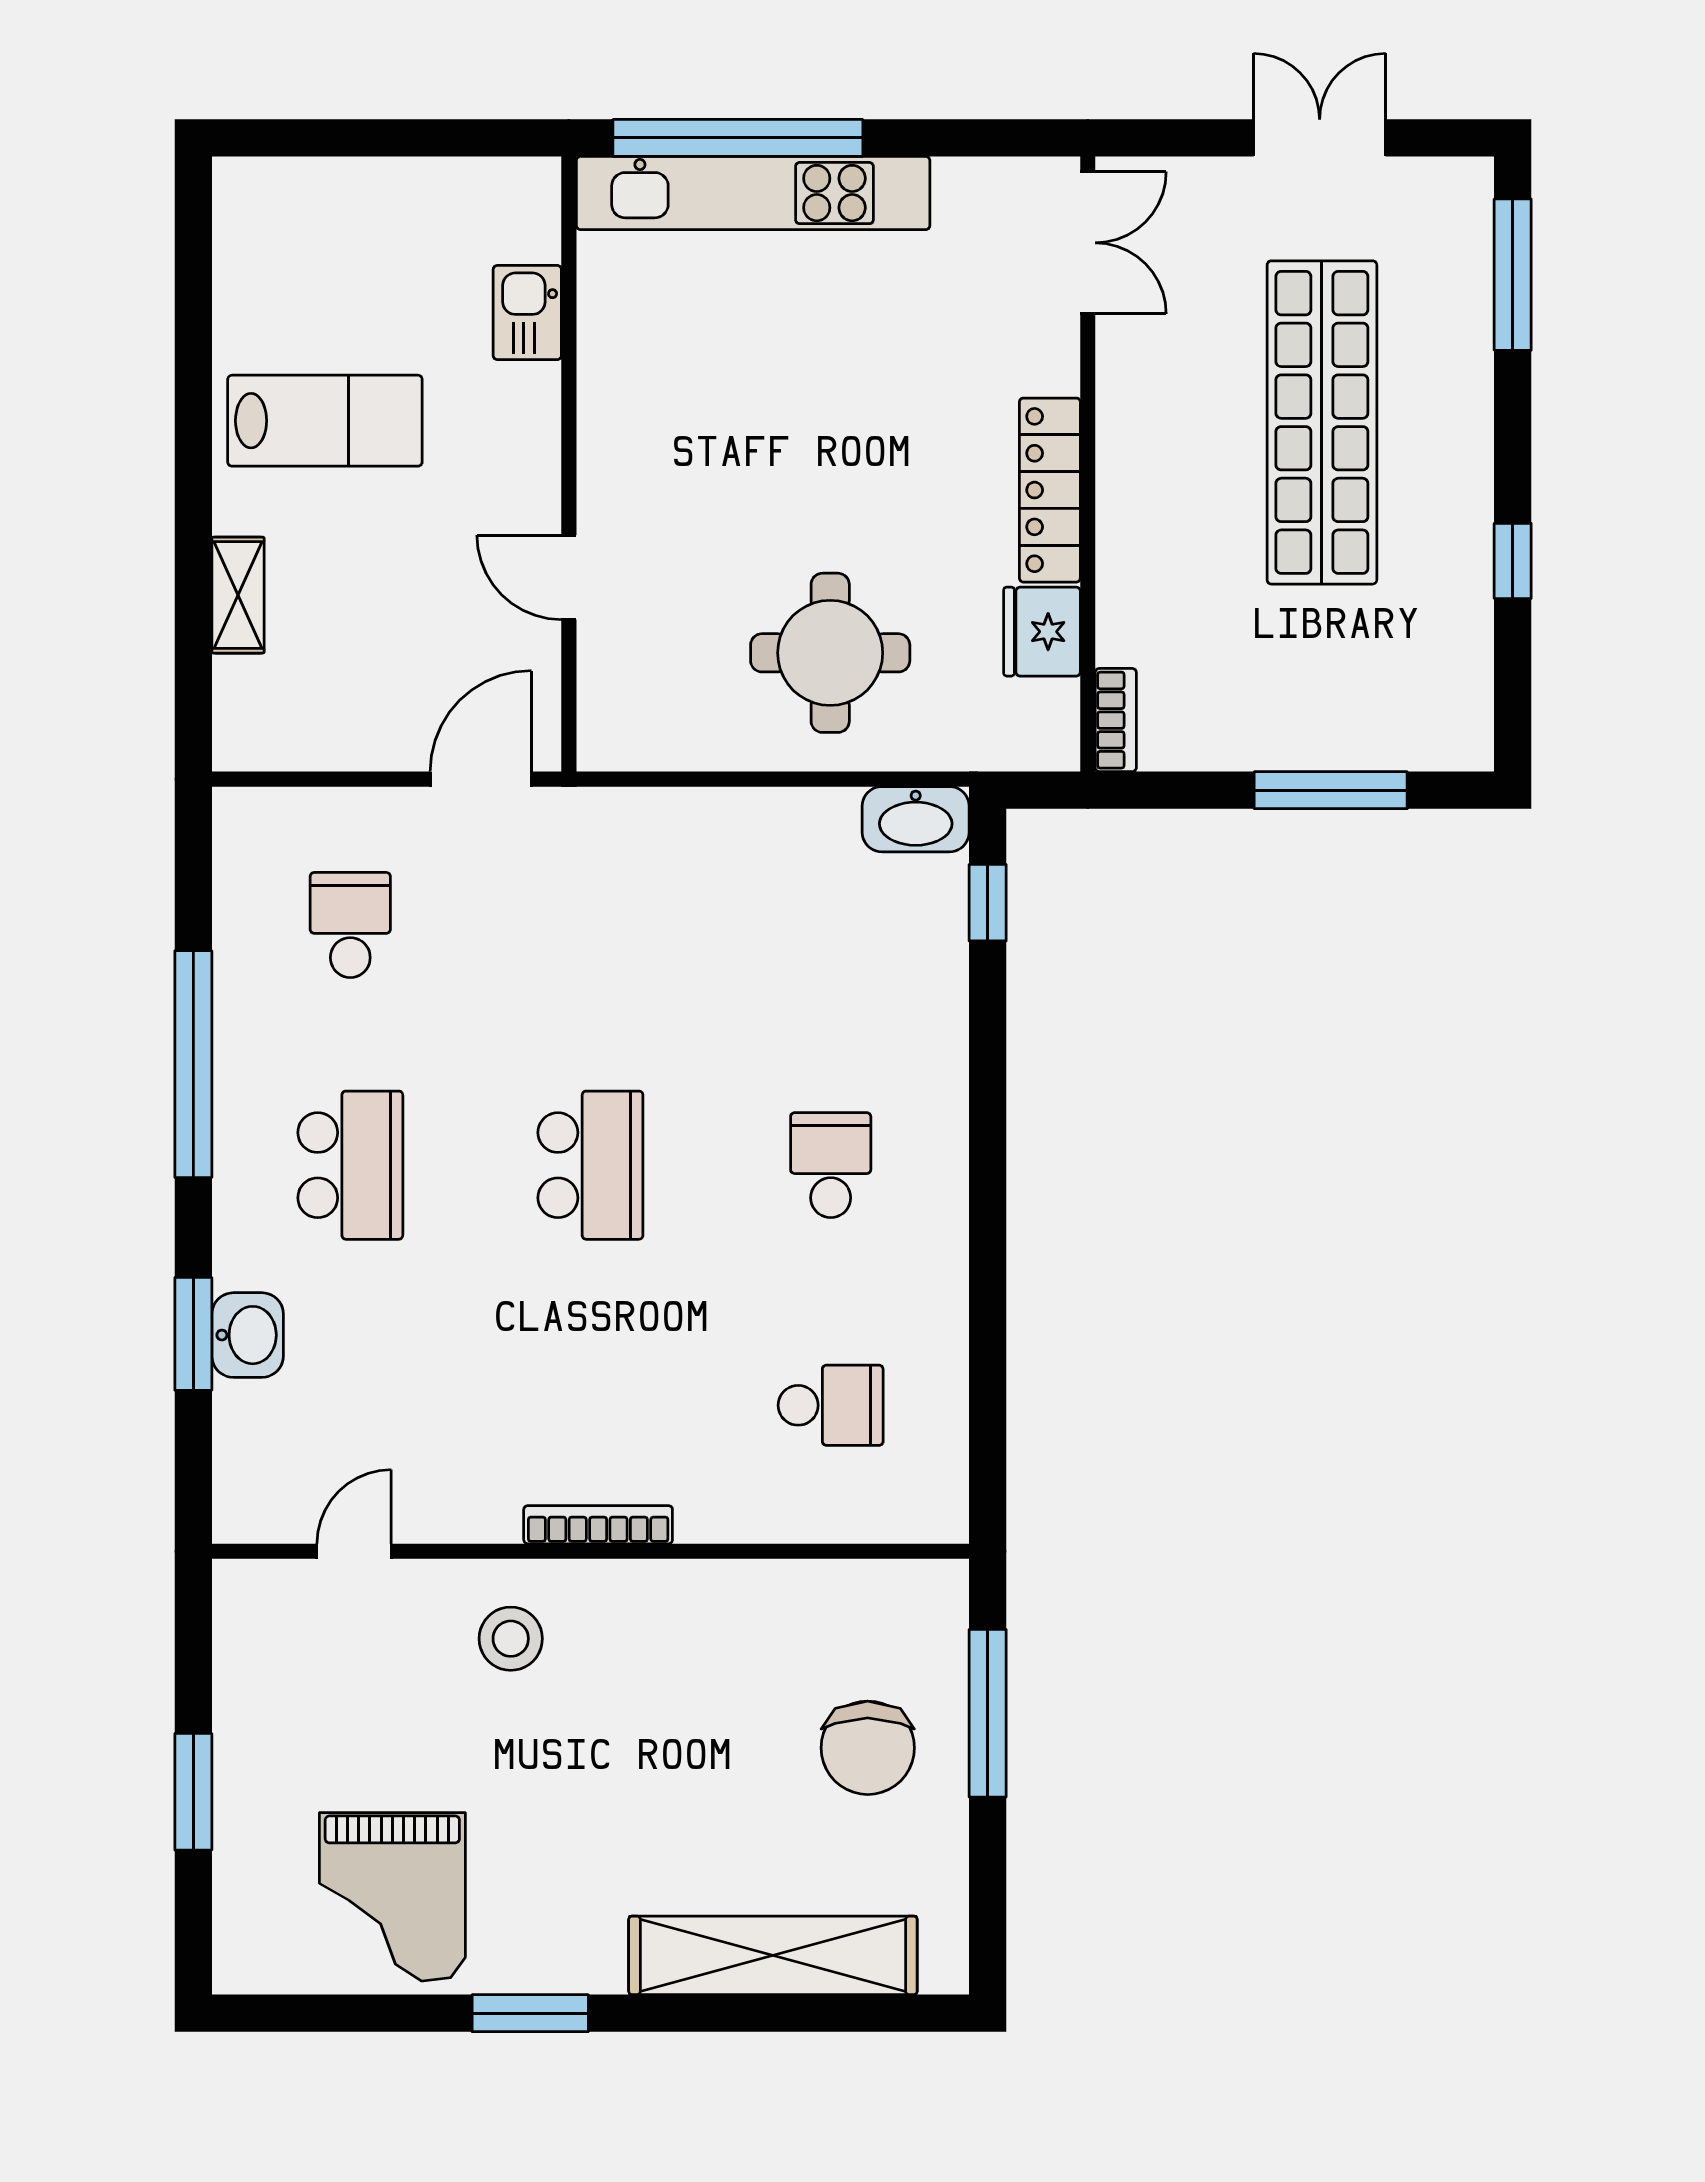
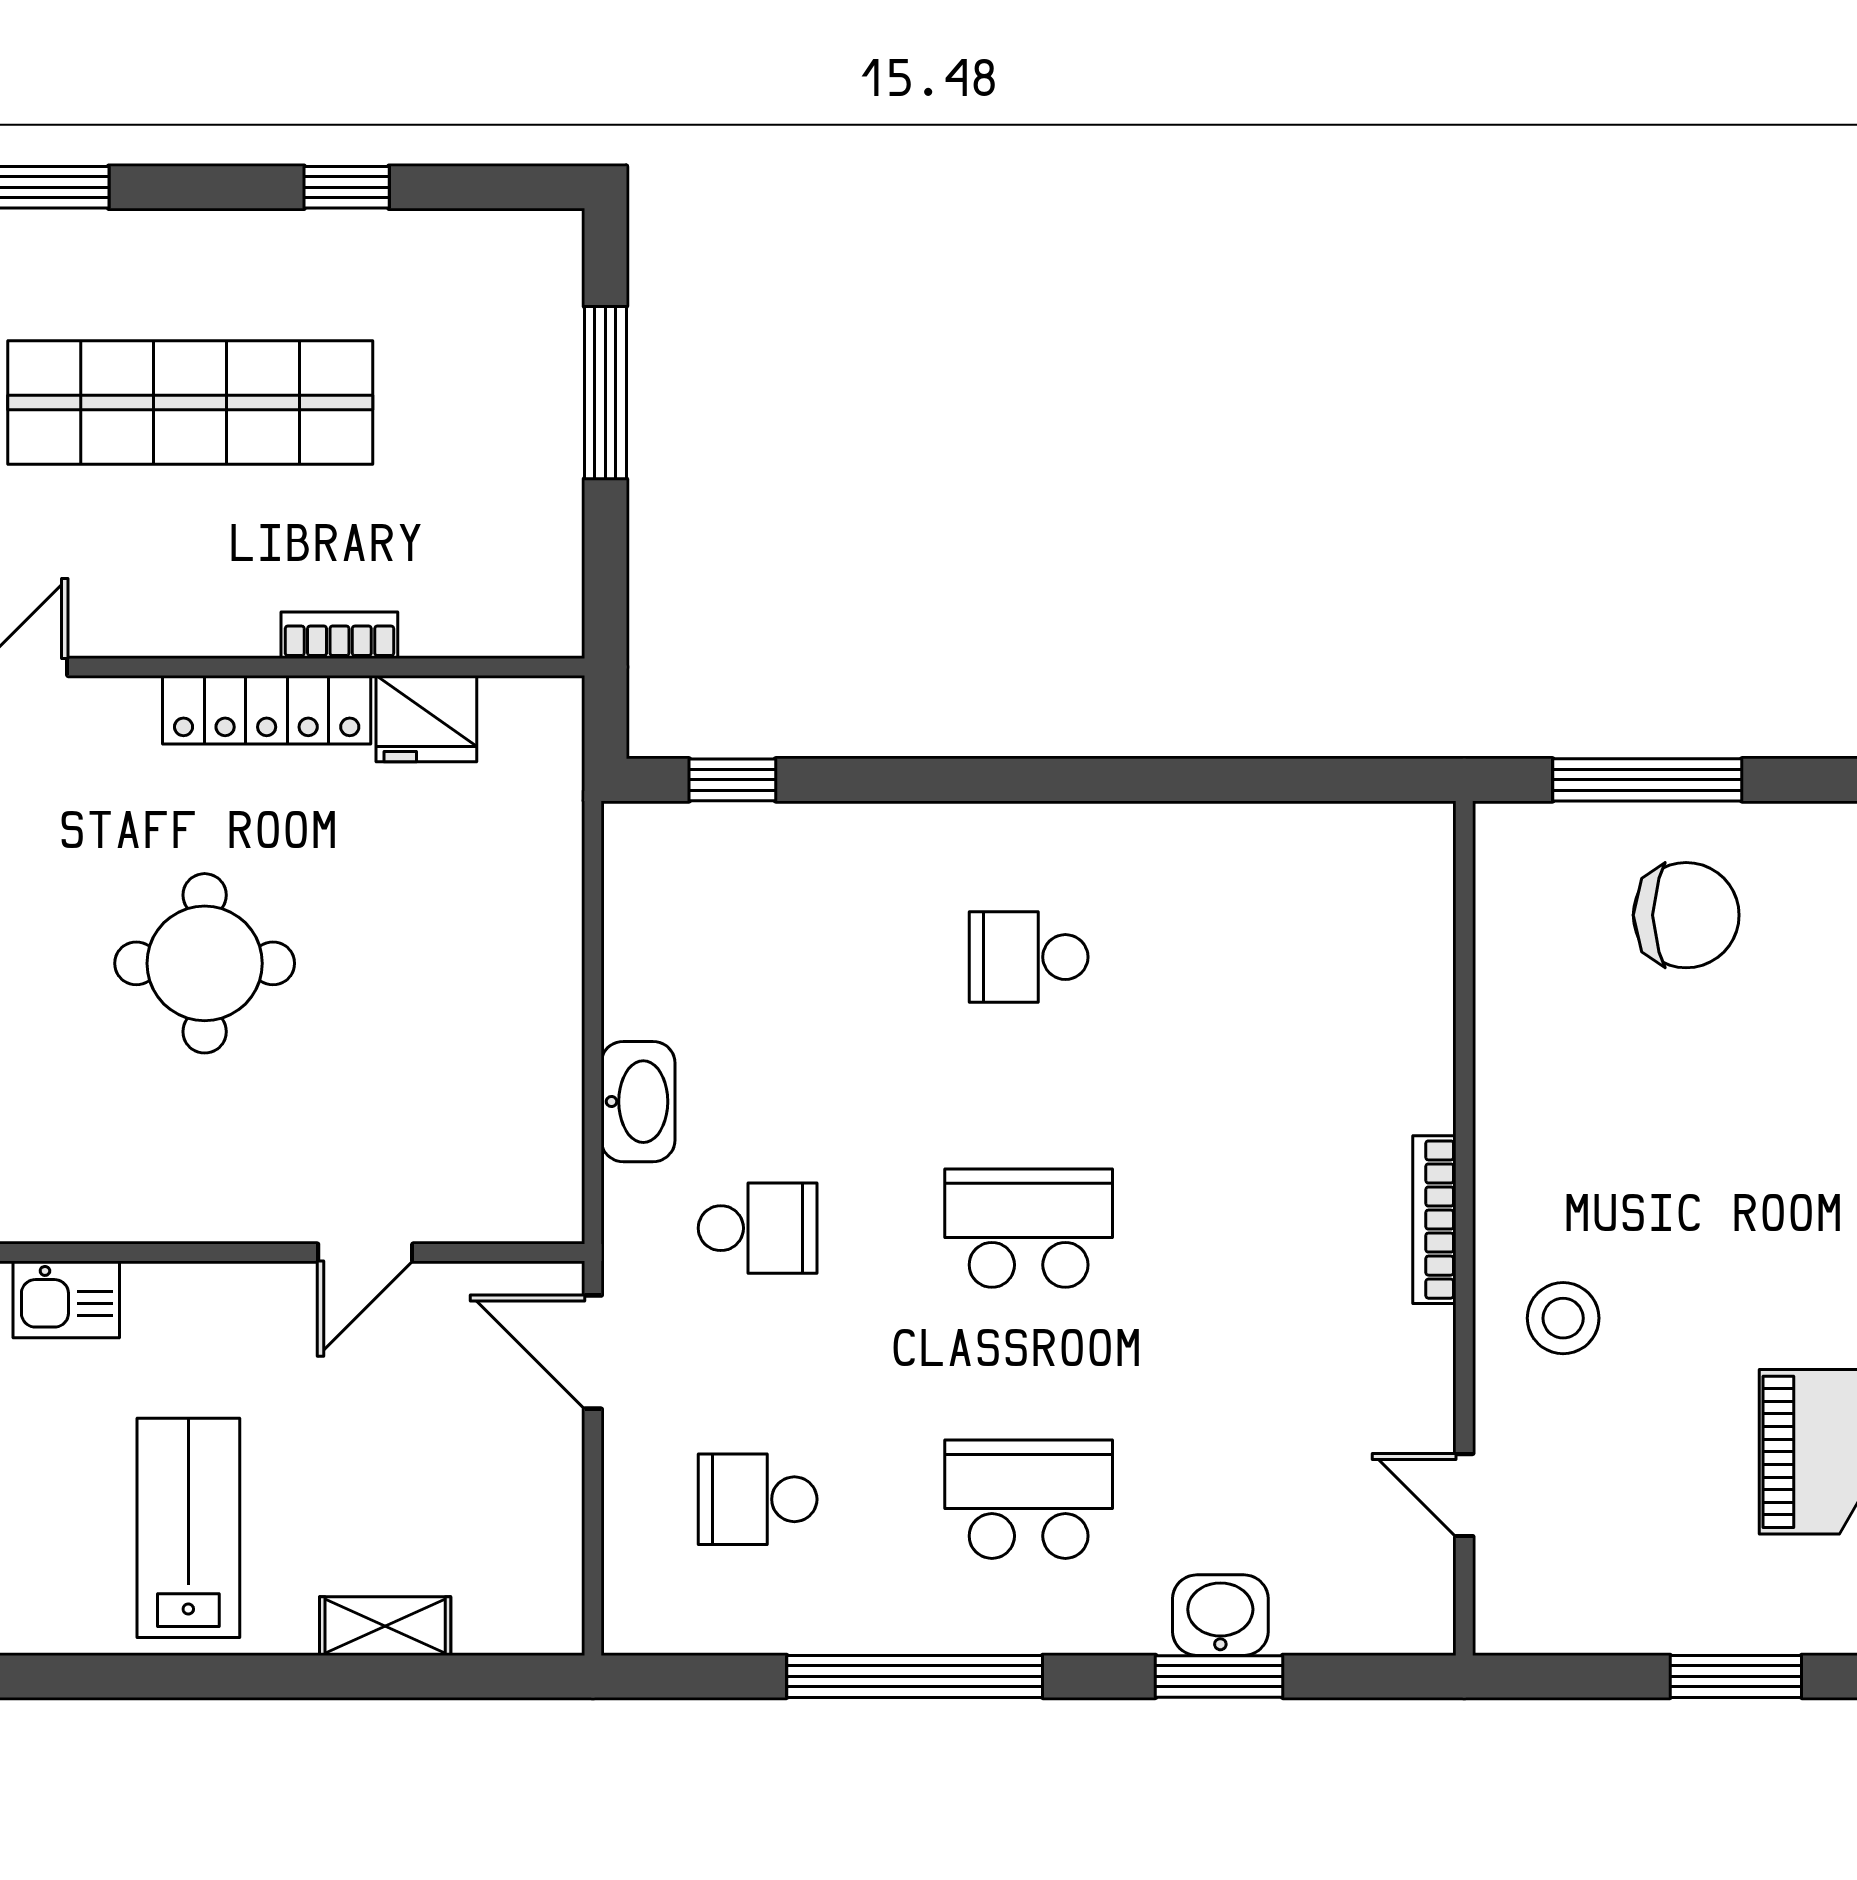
round table: (830, 653) -> (205, 963), moved
bookcase: (1116, 720) -> (339, 635), moved
washbasin: (916, 819) -> (638, 1102), moved
school desk: (831, 1405) -> (758, 1228), moved, turned 90

